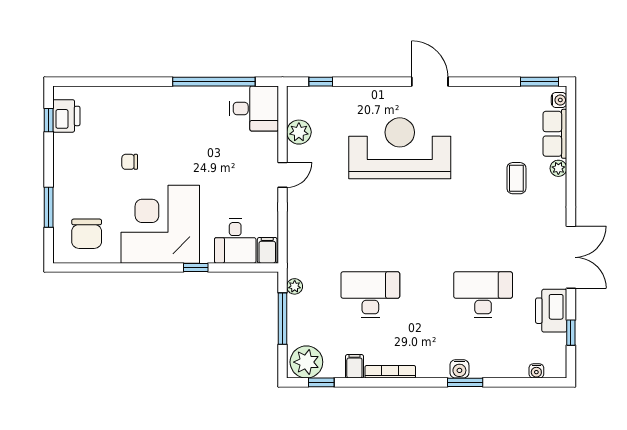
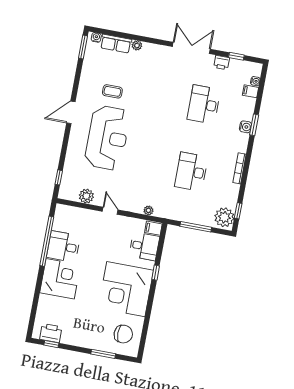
desk: (254, 108) -> (63, 247), moved, turned -90
corner desk: (157, 115) -> (60, 279), added
reception desk: (400, 148) -> (107, 138), turned 180
chair: (130, 162) -> (85, 300), removed
coffee table: (516, 178) -> (112, 91), moved
plant: (295, 286) -> (148, 210), moved
printer: (551, 311) -> (222, 63), width x0.53, depth x0.68
filing cabinet: (354, 366) -> (251, 91), moved

